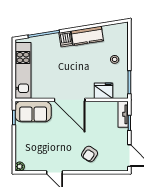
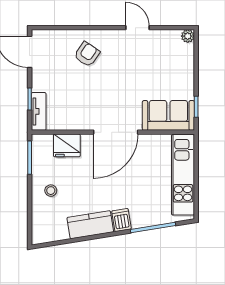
door: (70, 100) -> (116, 132), swing flipped

